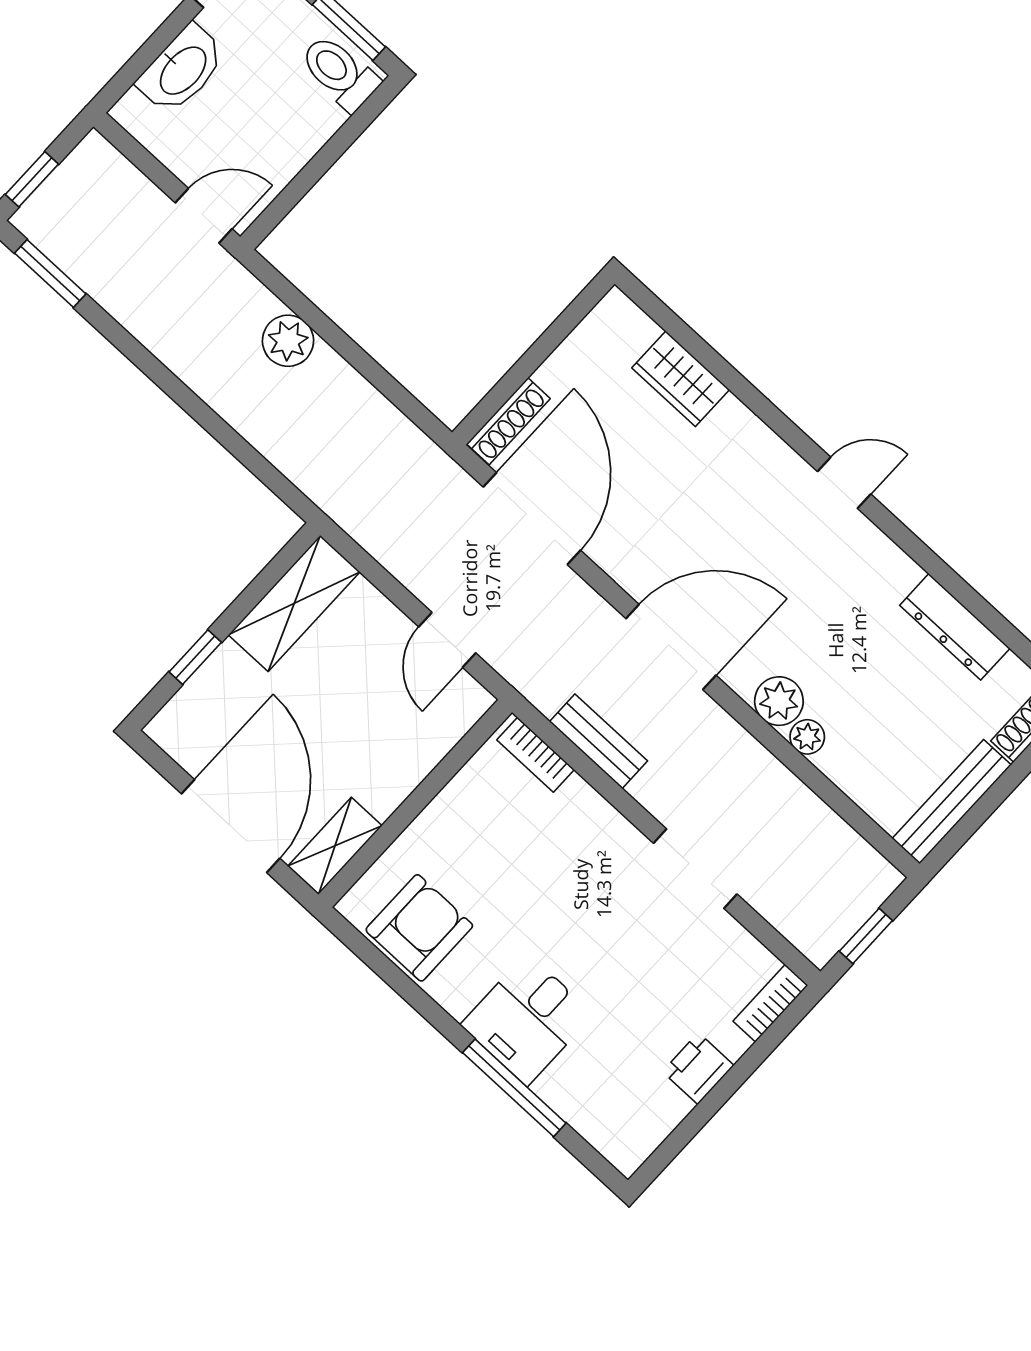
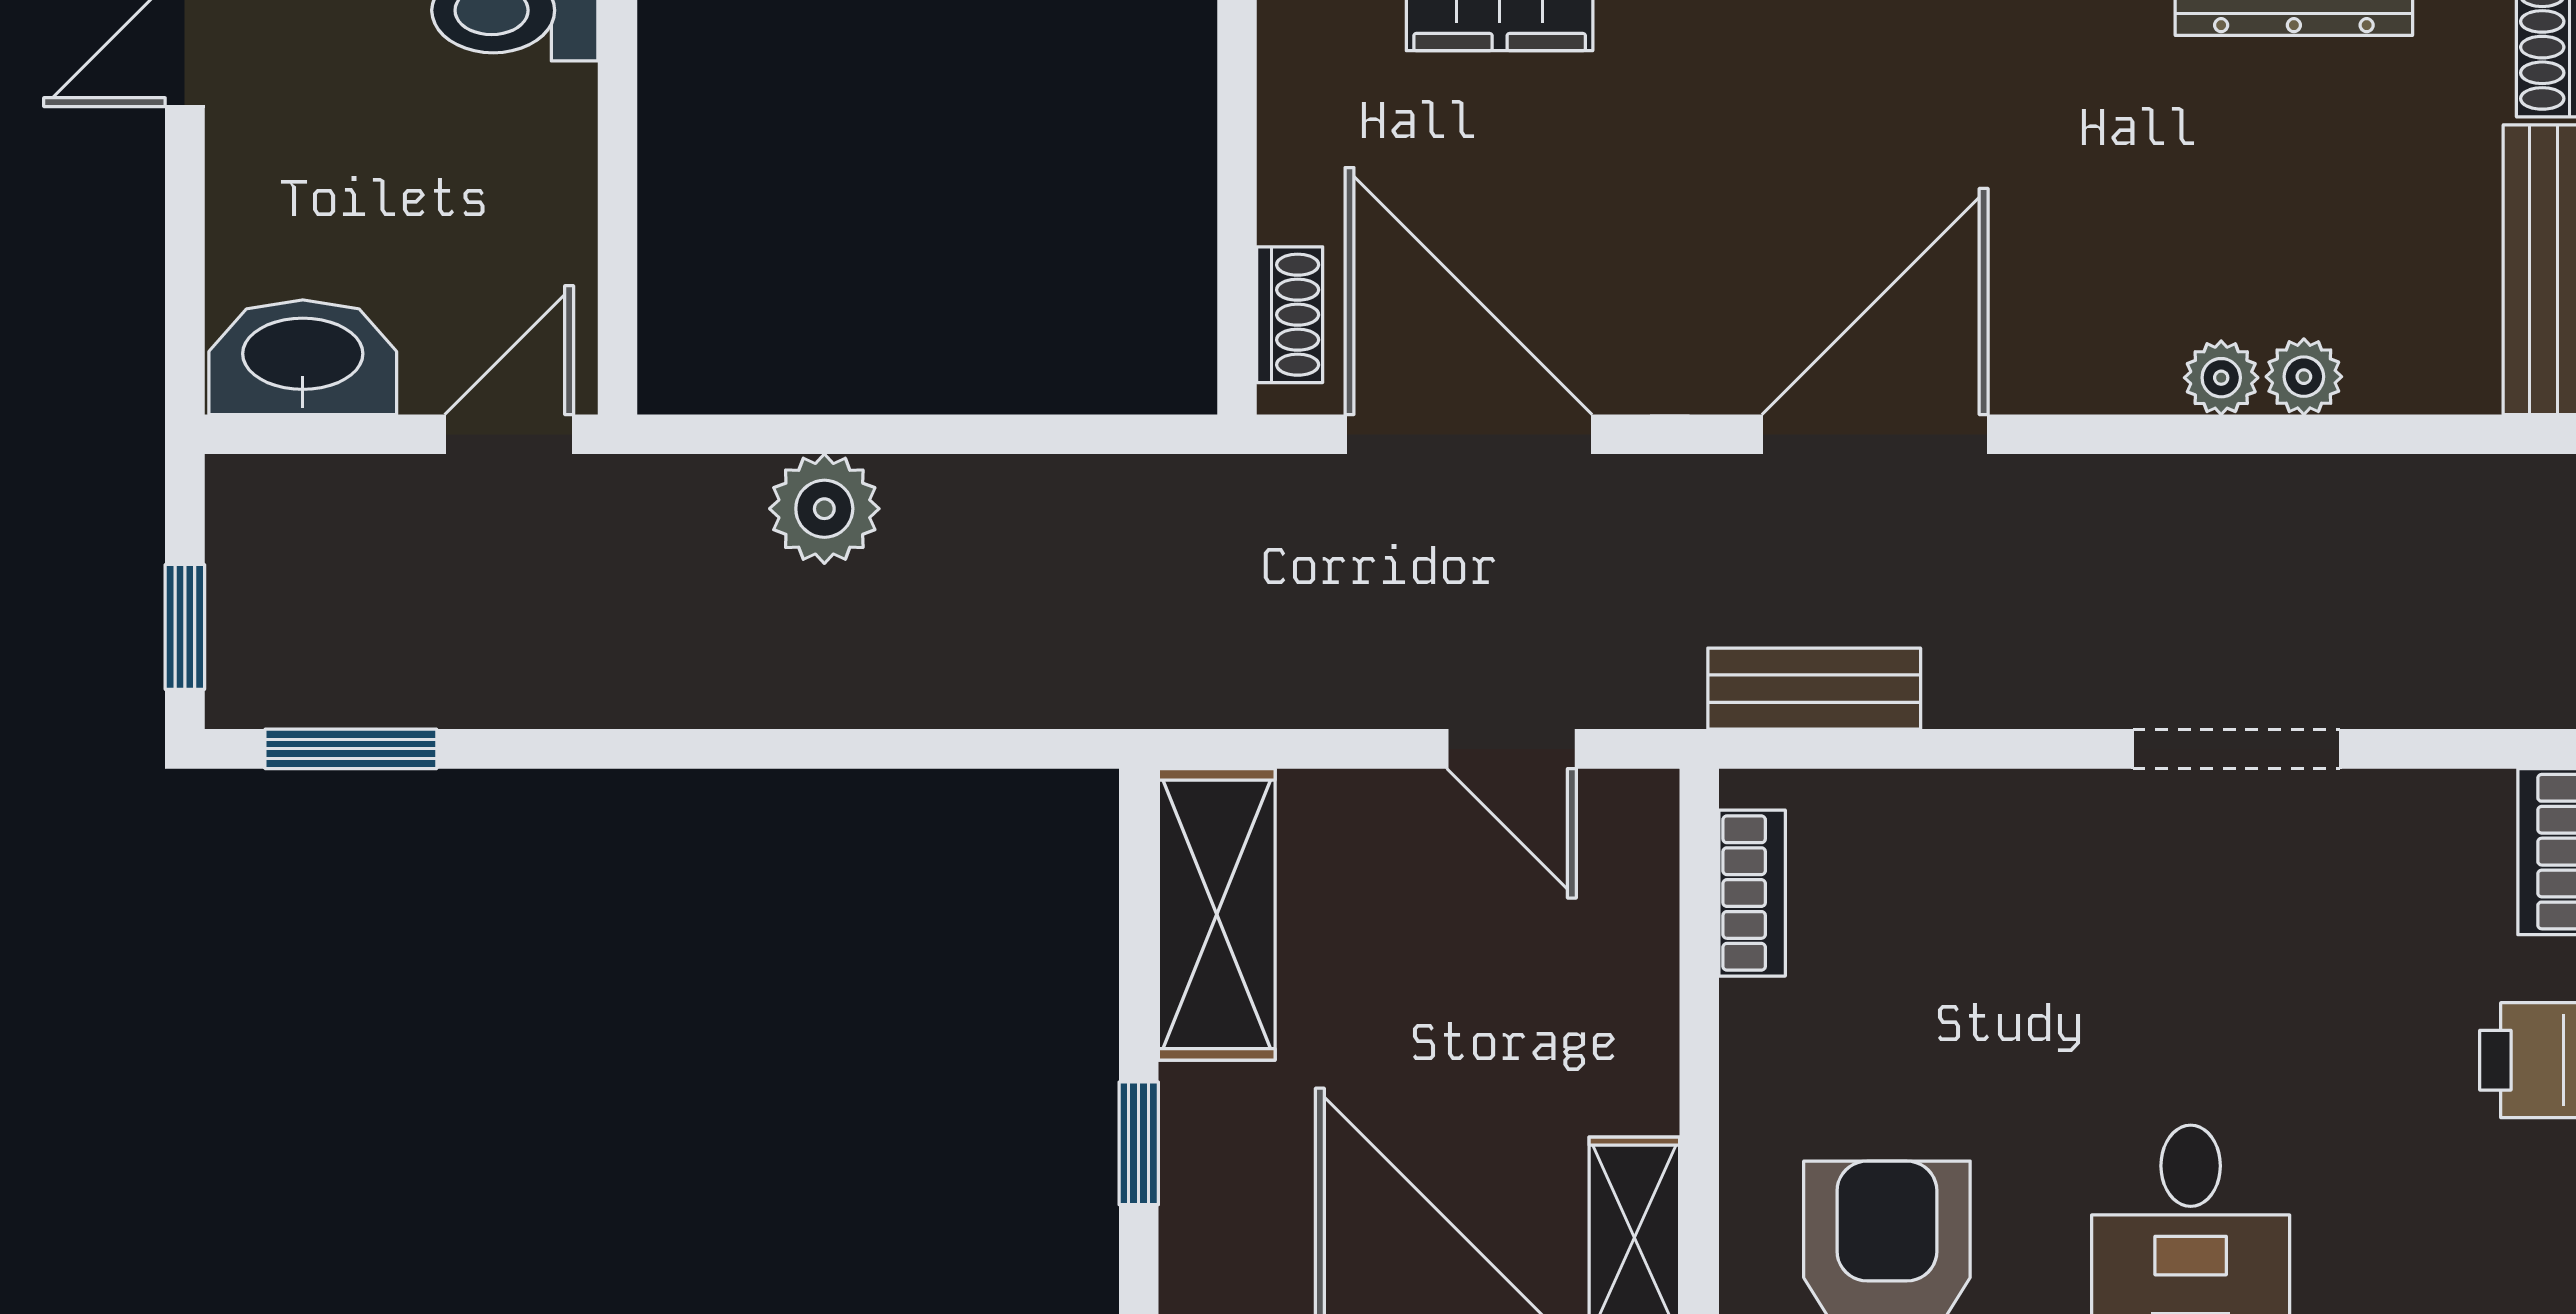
washbasin: (182, 70) -> (303, 357), moved, turned -90
shoe rack: (508, 421) -> (1290, 315), width x0.70
plant: (779, 701) -> (2304, 377), moved, width x0.73, depth x0.73
bench: (599, 741) -> (1814, 689), moved
bookcase: (536, 755) -> (1752, 893), moved, turned -90

